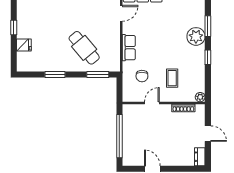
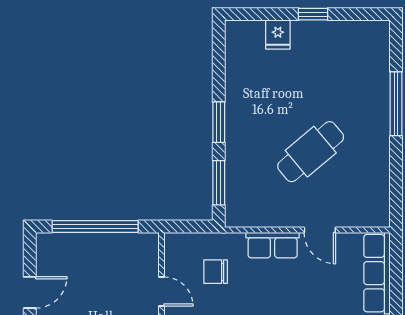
door: (121, 13) -> (320, 230), moved
cafe table: (84, 48) -> (311, 152), moved
window: (55, 75) -> (219, 122), moved

